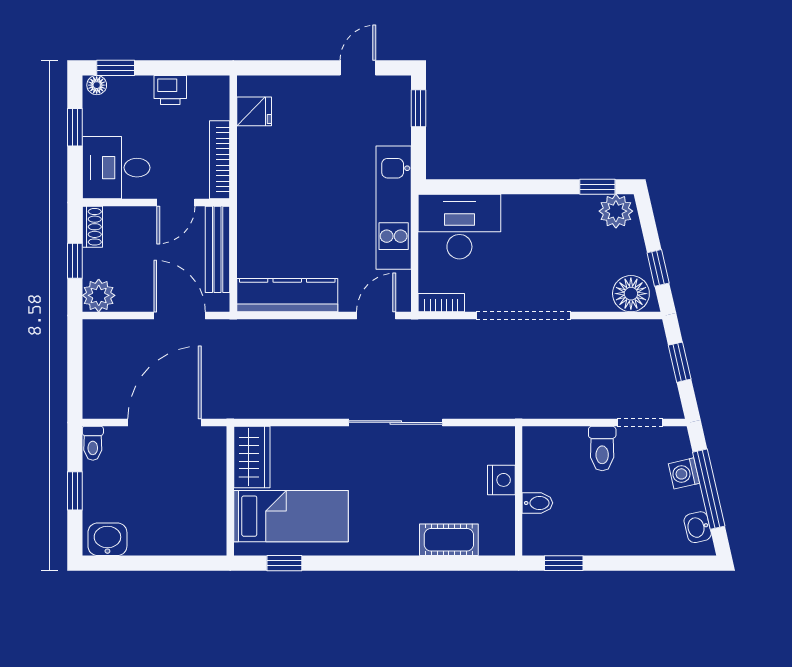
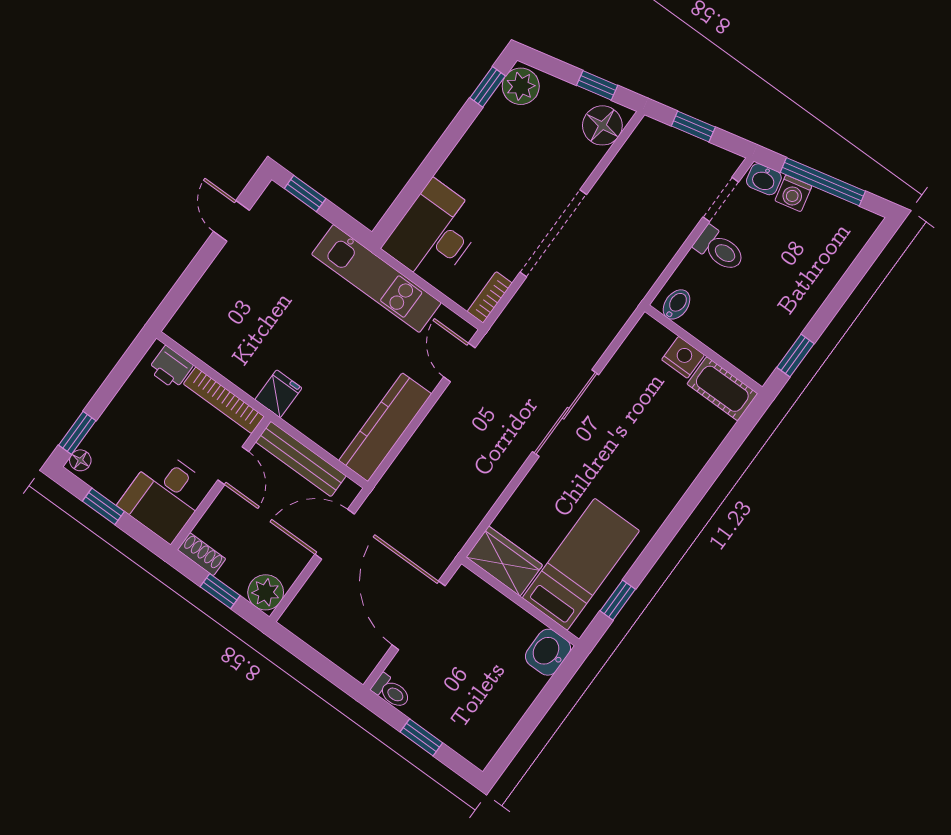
printer: (170, 90) -> (170, 368), moved, turned 90
fridge: (254, 111) -> (278, 394), moved
bidet: (537, 503) -> (676, 304), moved
washbasin: (698, 527) -> (764, 179), moved
washbasin: (107, 539) -> (548, 652), moved
cot: (449, 540) -> (722, 389), moved, turned 90

